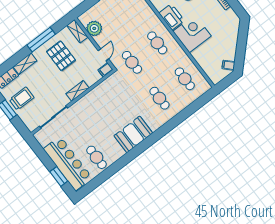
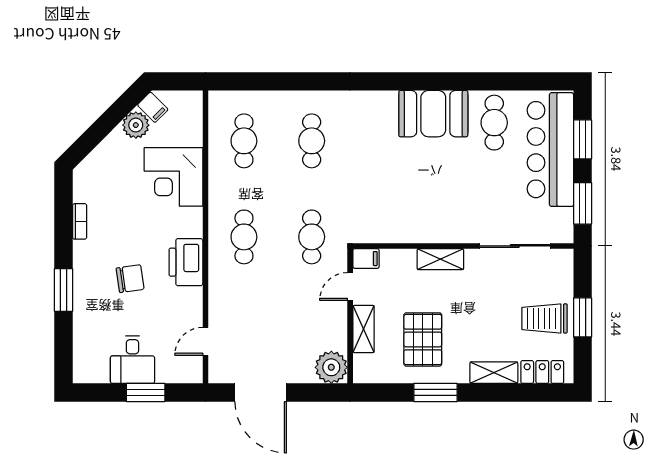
plant: (94, 28) -> (331, 367), moved
shelving: (77, 31) -> (364, 329), moved
corner desk: (192, 34) -> (173, 177), moved
window: (41, 40) -> (435, 392), width x0.69
plant: (230, 54) -> (136, 125), added
booth: (133, 134) -> (433, 114), moved
window: (40, 152) -> (583, 203), added

